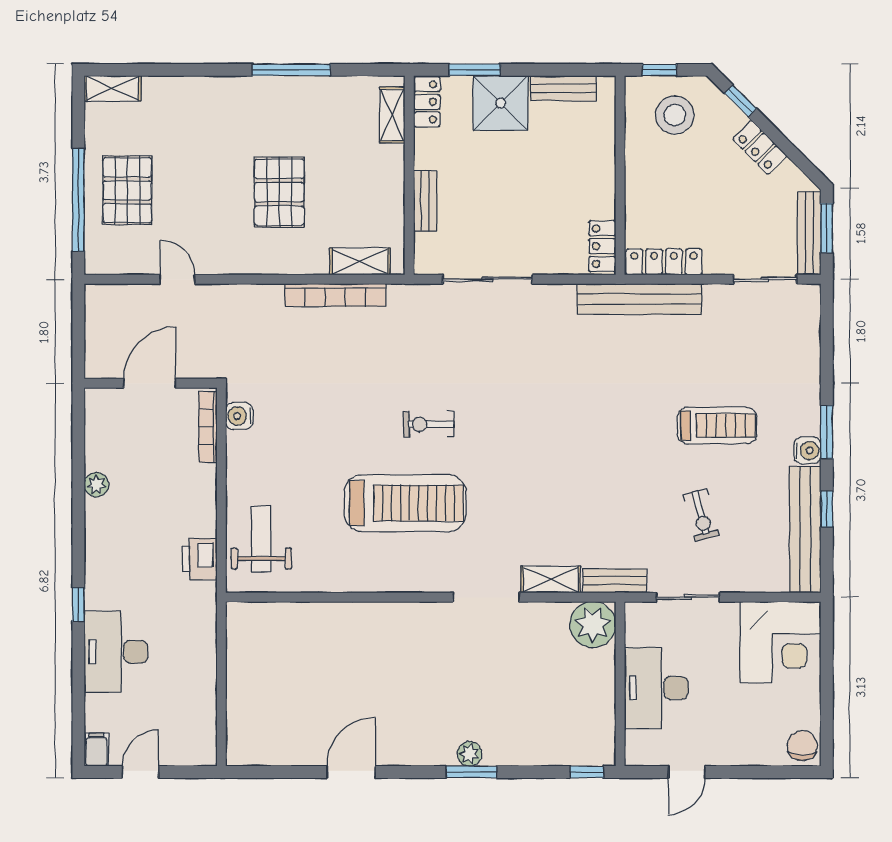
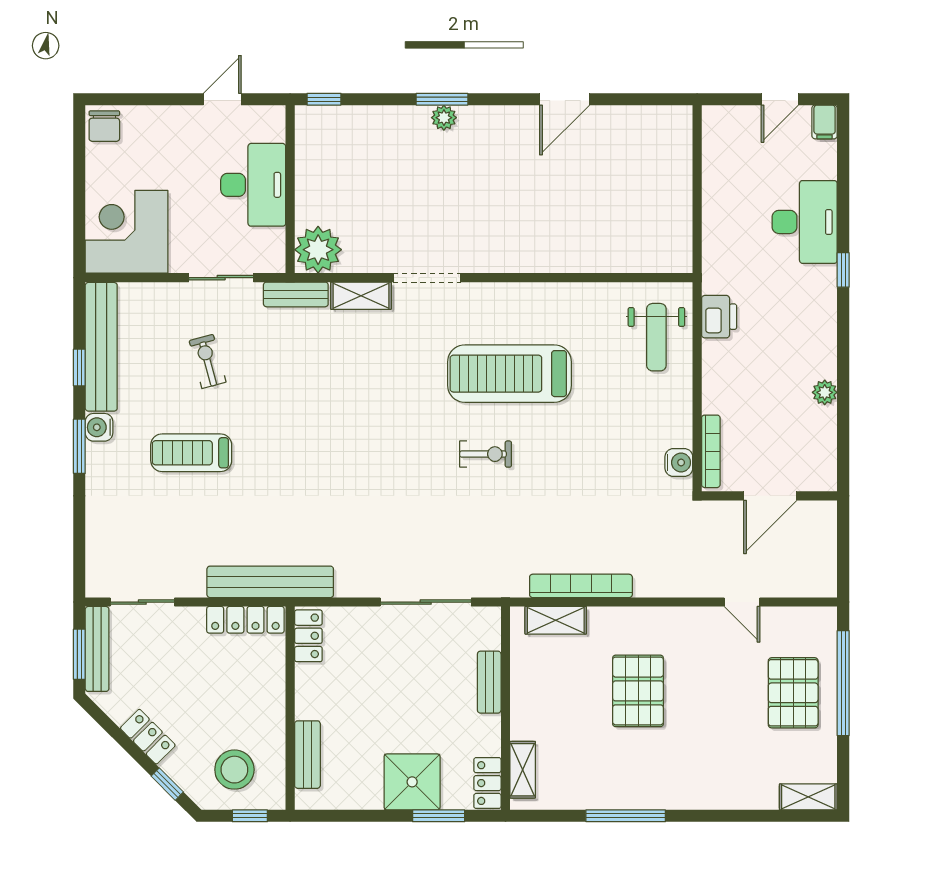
bench: (563, 88) -> (307, 755), moved, turned 90

